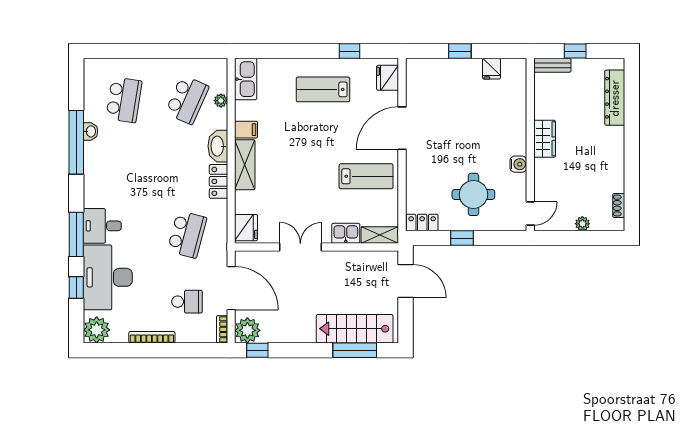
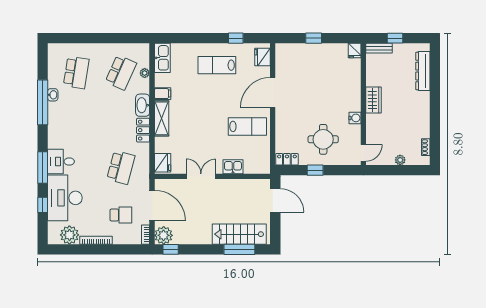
fridge: (492, 69) -> (355, 51), moved
shelving: (380, 235) -> (257, 168), removed
plant: (97, 330) -> (69, 235), moved

